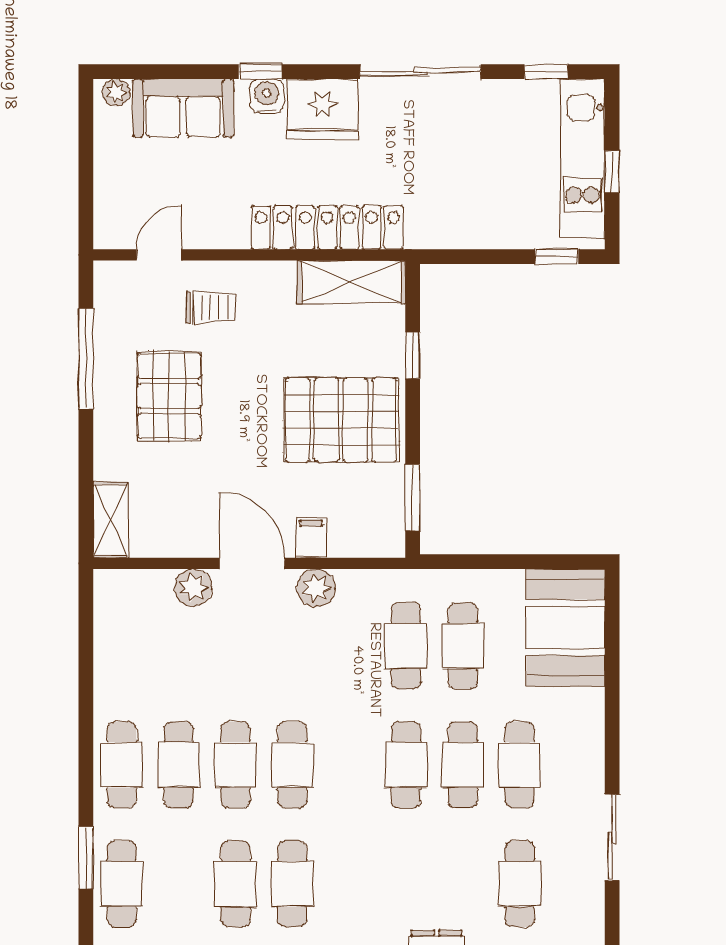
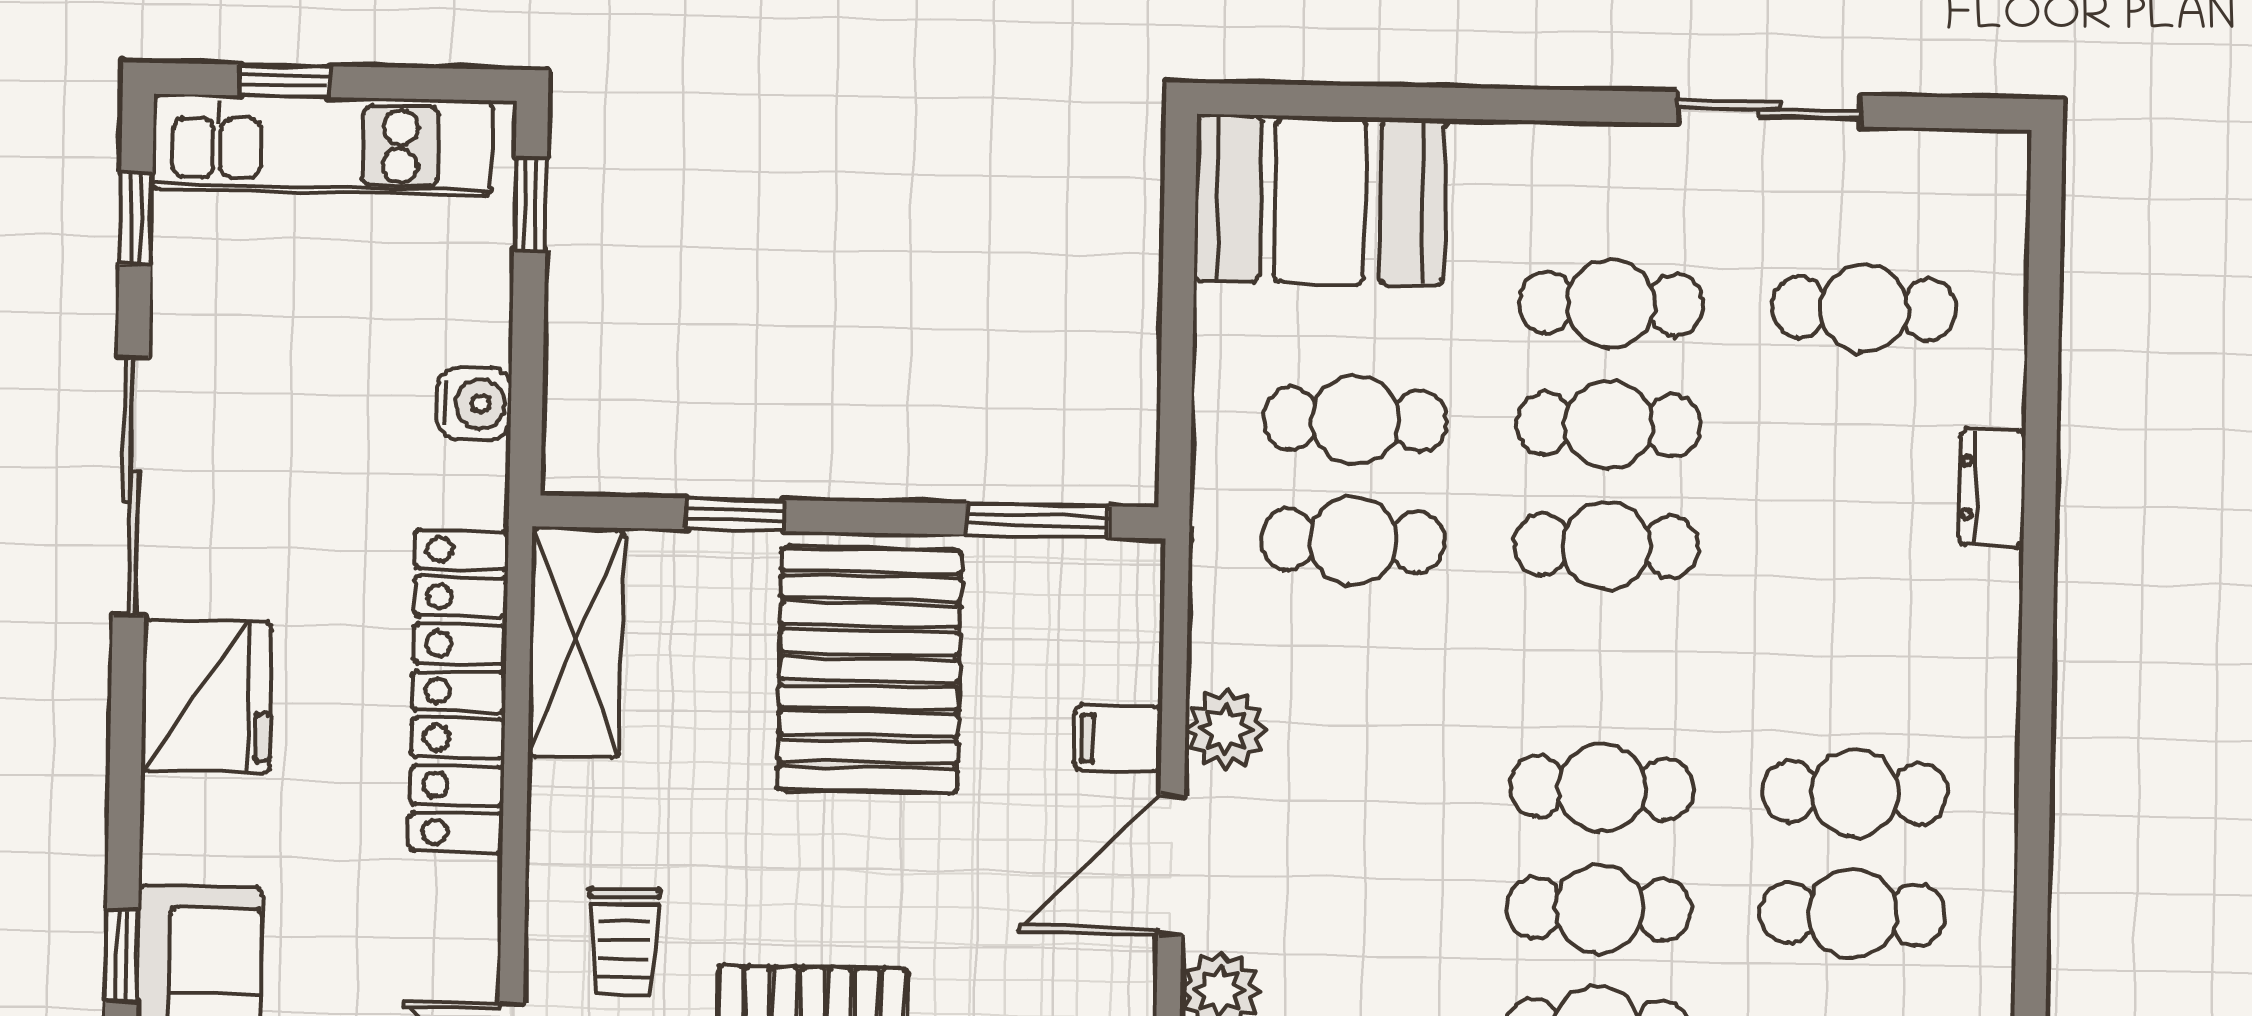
window: (260, 72) -> (122, 955), moved
water cooler: (267, 96) -> (475, 404), moved, turned 180
window: (612, 172) -> (285, 81), moved
trolley: (211, 307) -> (624, 942), turned 180

